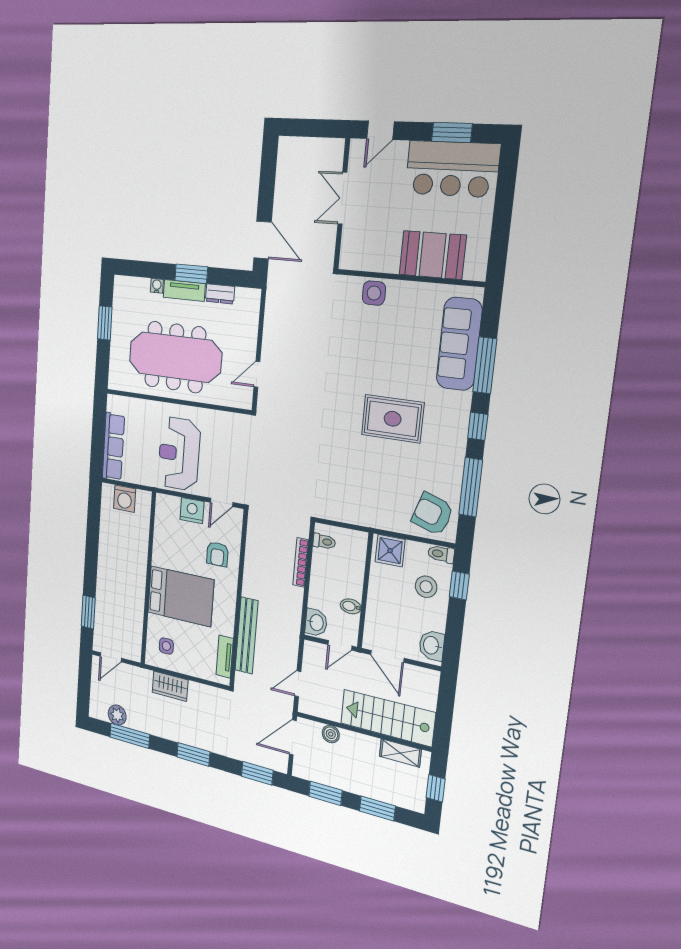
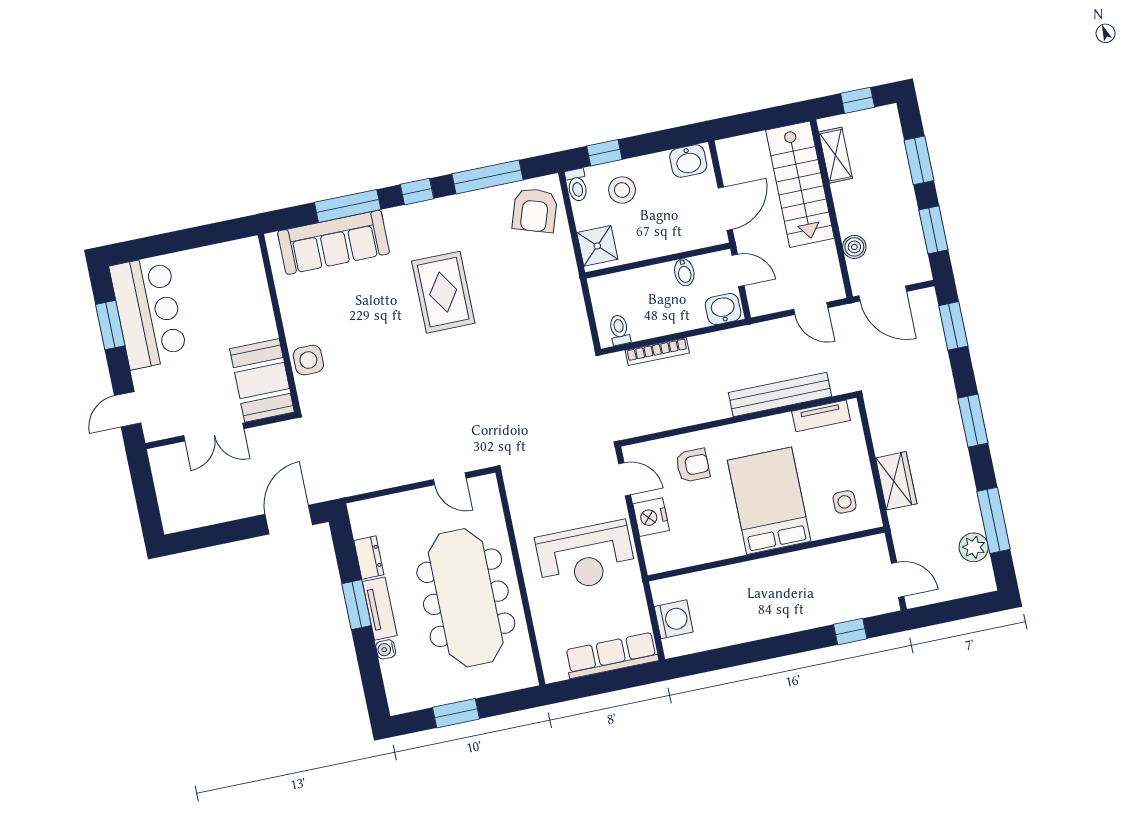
door: (380, 130) -> (128, 409), swing flipped
booth: (433, 255) -> (262, 380), moved
window: (88, 612) -> (850, 632), width x0.67

